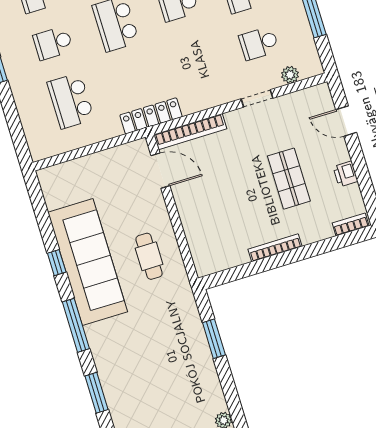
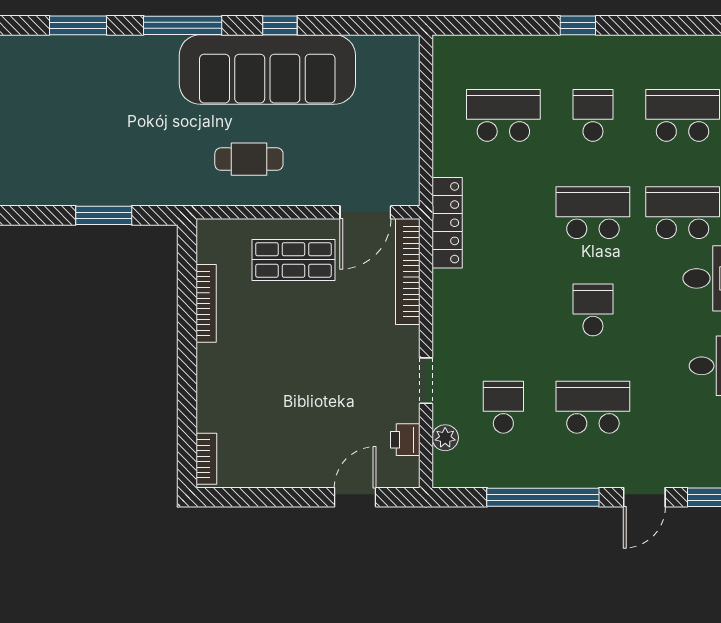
printer: (345, 174) -> (405, 440), moved, turned -90
shop shelf: (289, 179) -> (293, 260), moved
bookcase: (275, 248) -> (206, 303), moved

